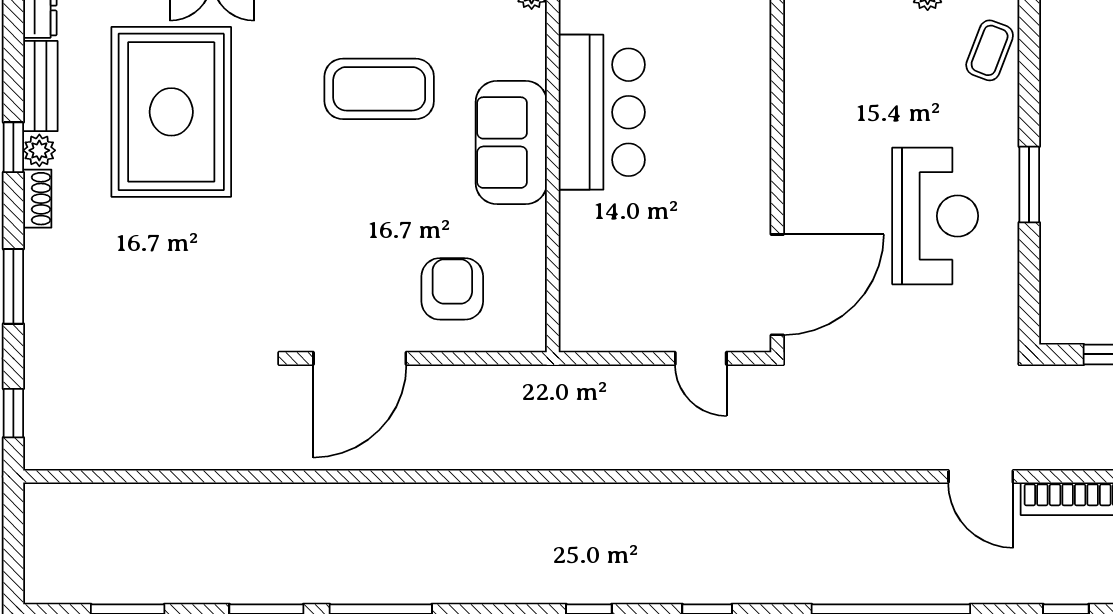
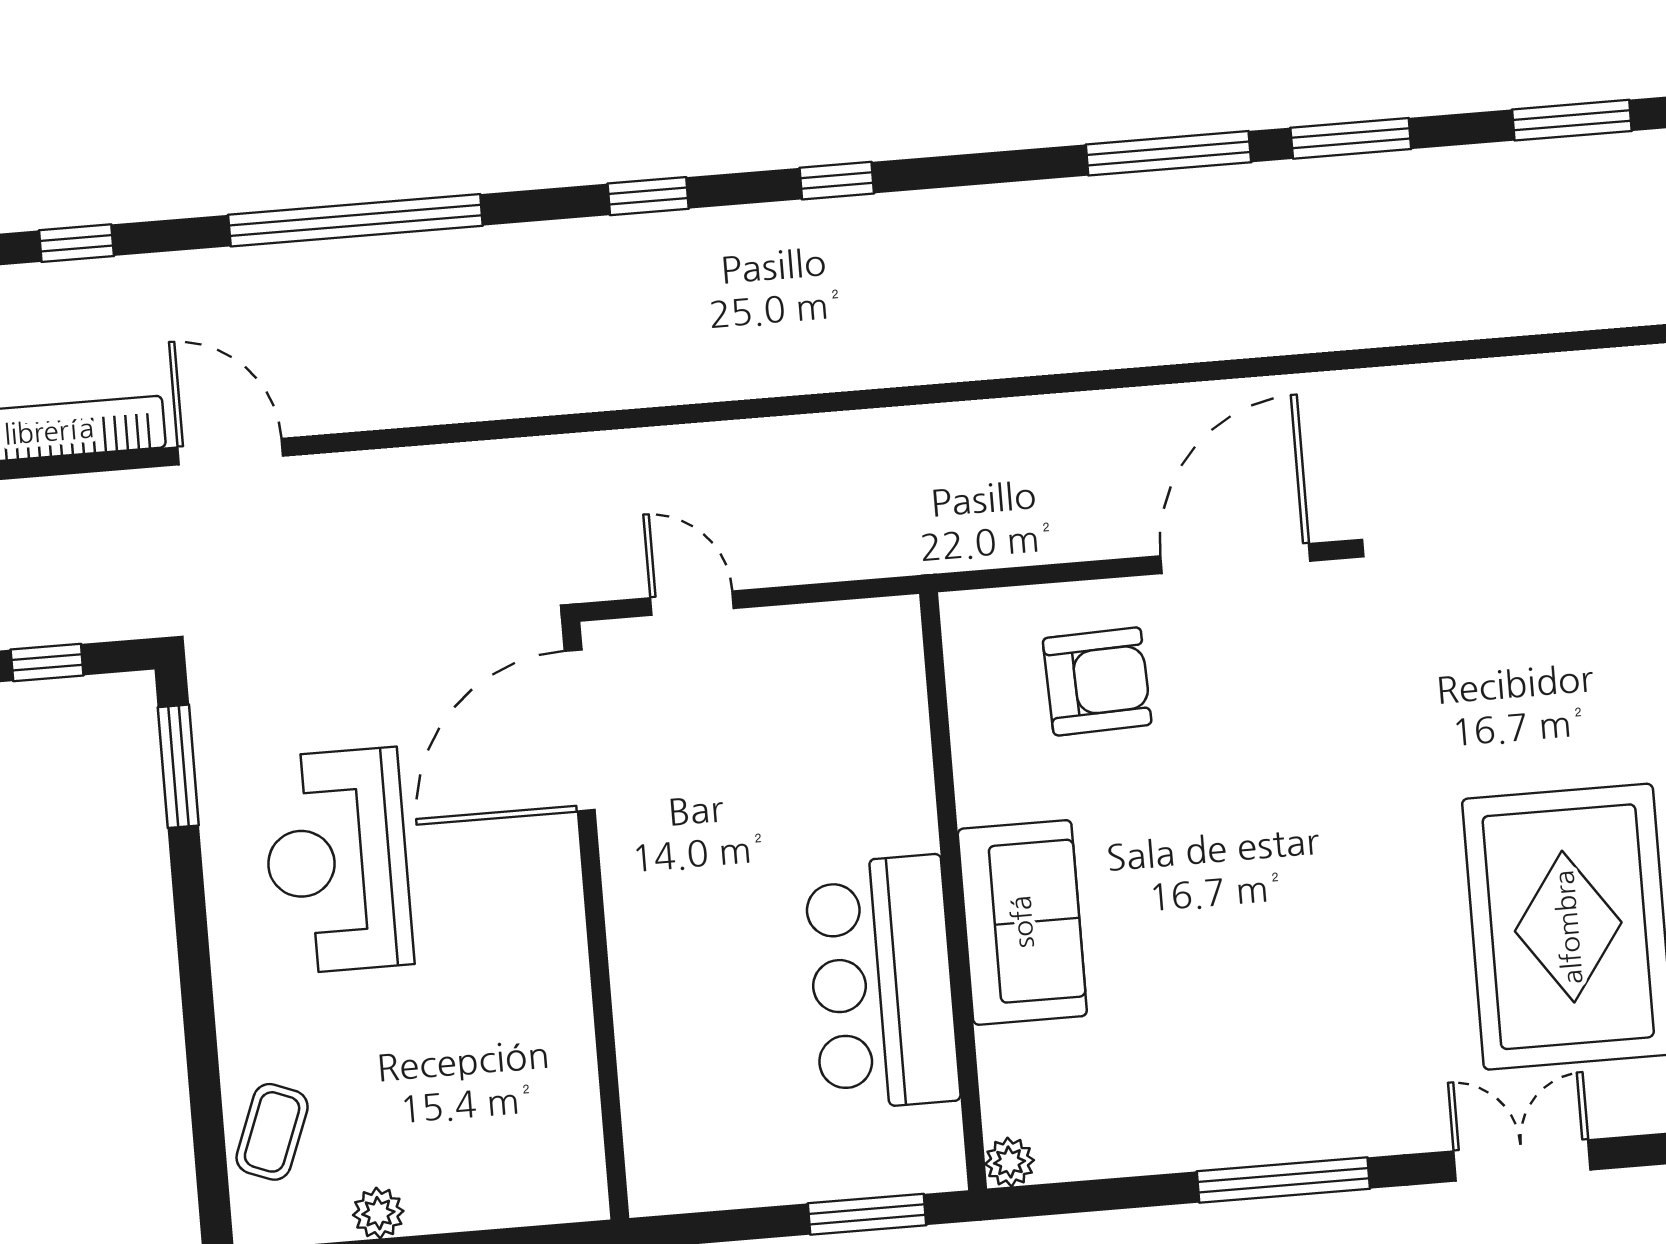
coffee table: (379, 89) -> (1240, 991), removed
window: (1029, 185) -> (178, 766), moved
armchair: (452, 289) -> (1097, 681), turned -92

